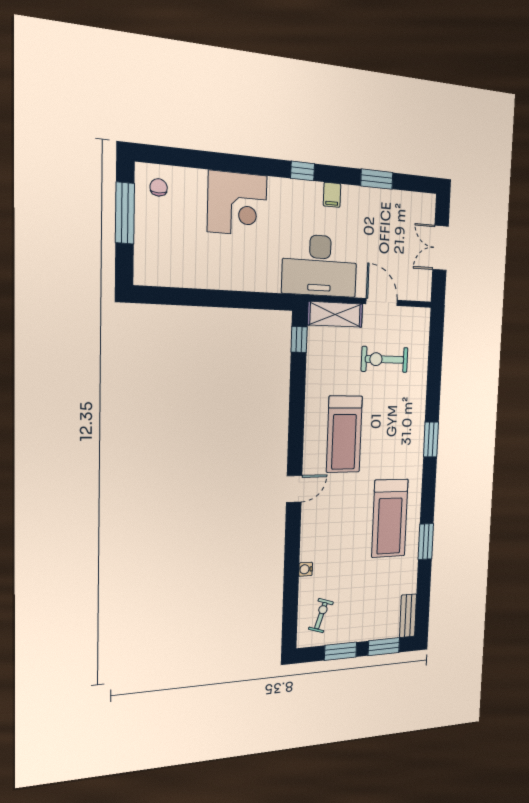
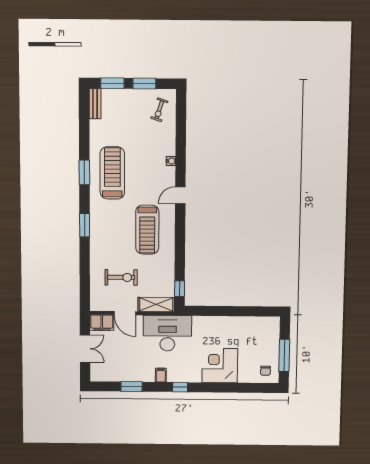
filing cabinet: (415, 288) -> (102, 323), added
treadmill: (344, 434) -> (147, 230), turned 180
window: (426, 542) -> (84, 172), moved
water cooler: (306, 569) -> (171, 161), moved

